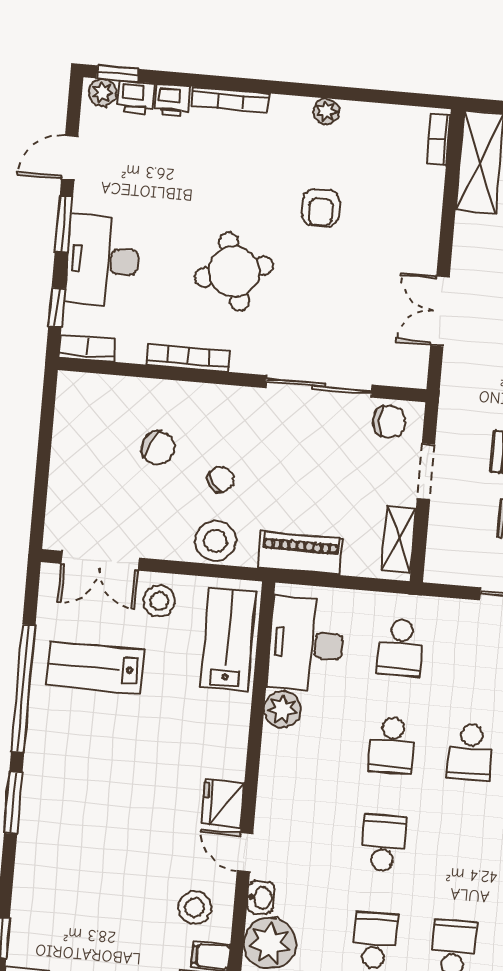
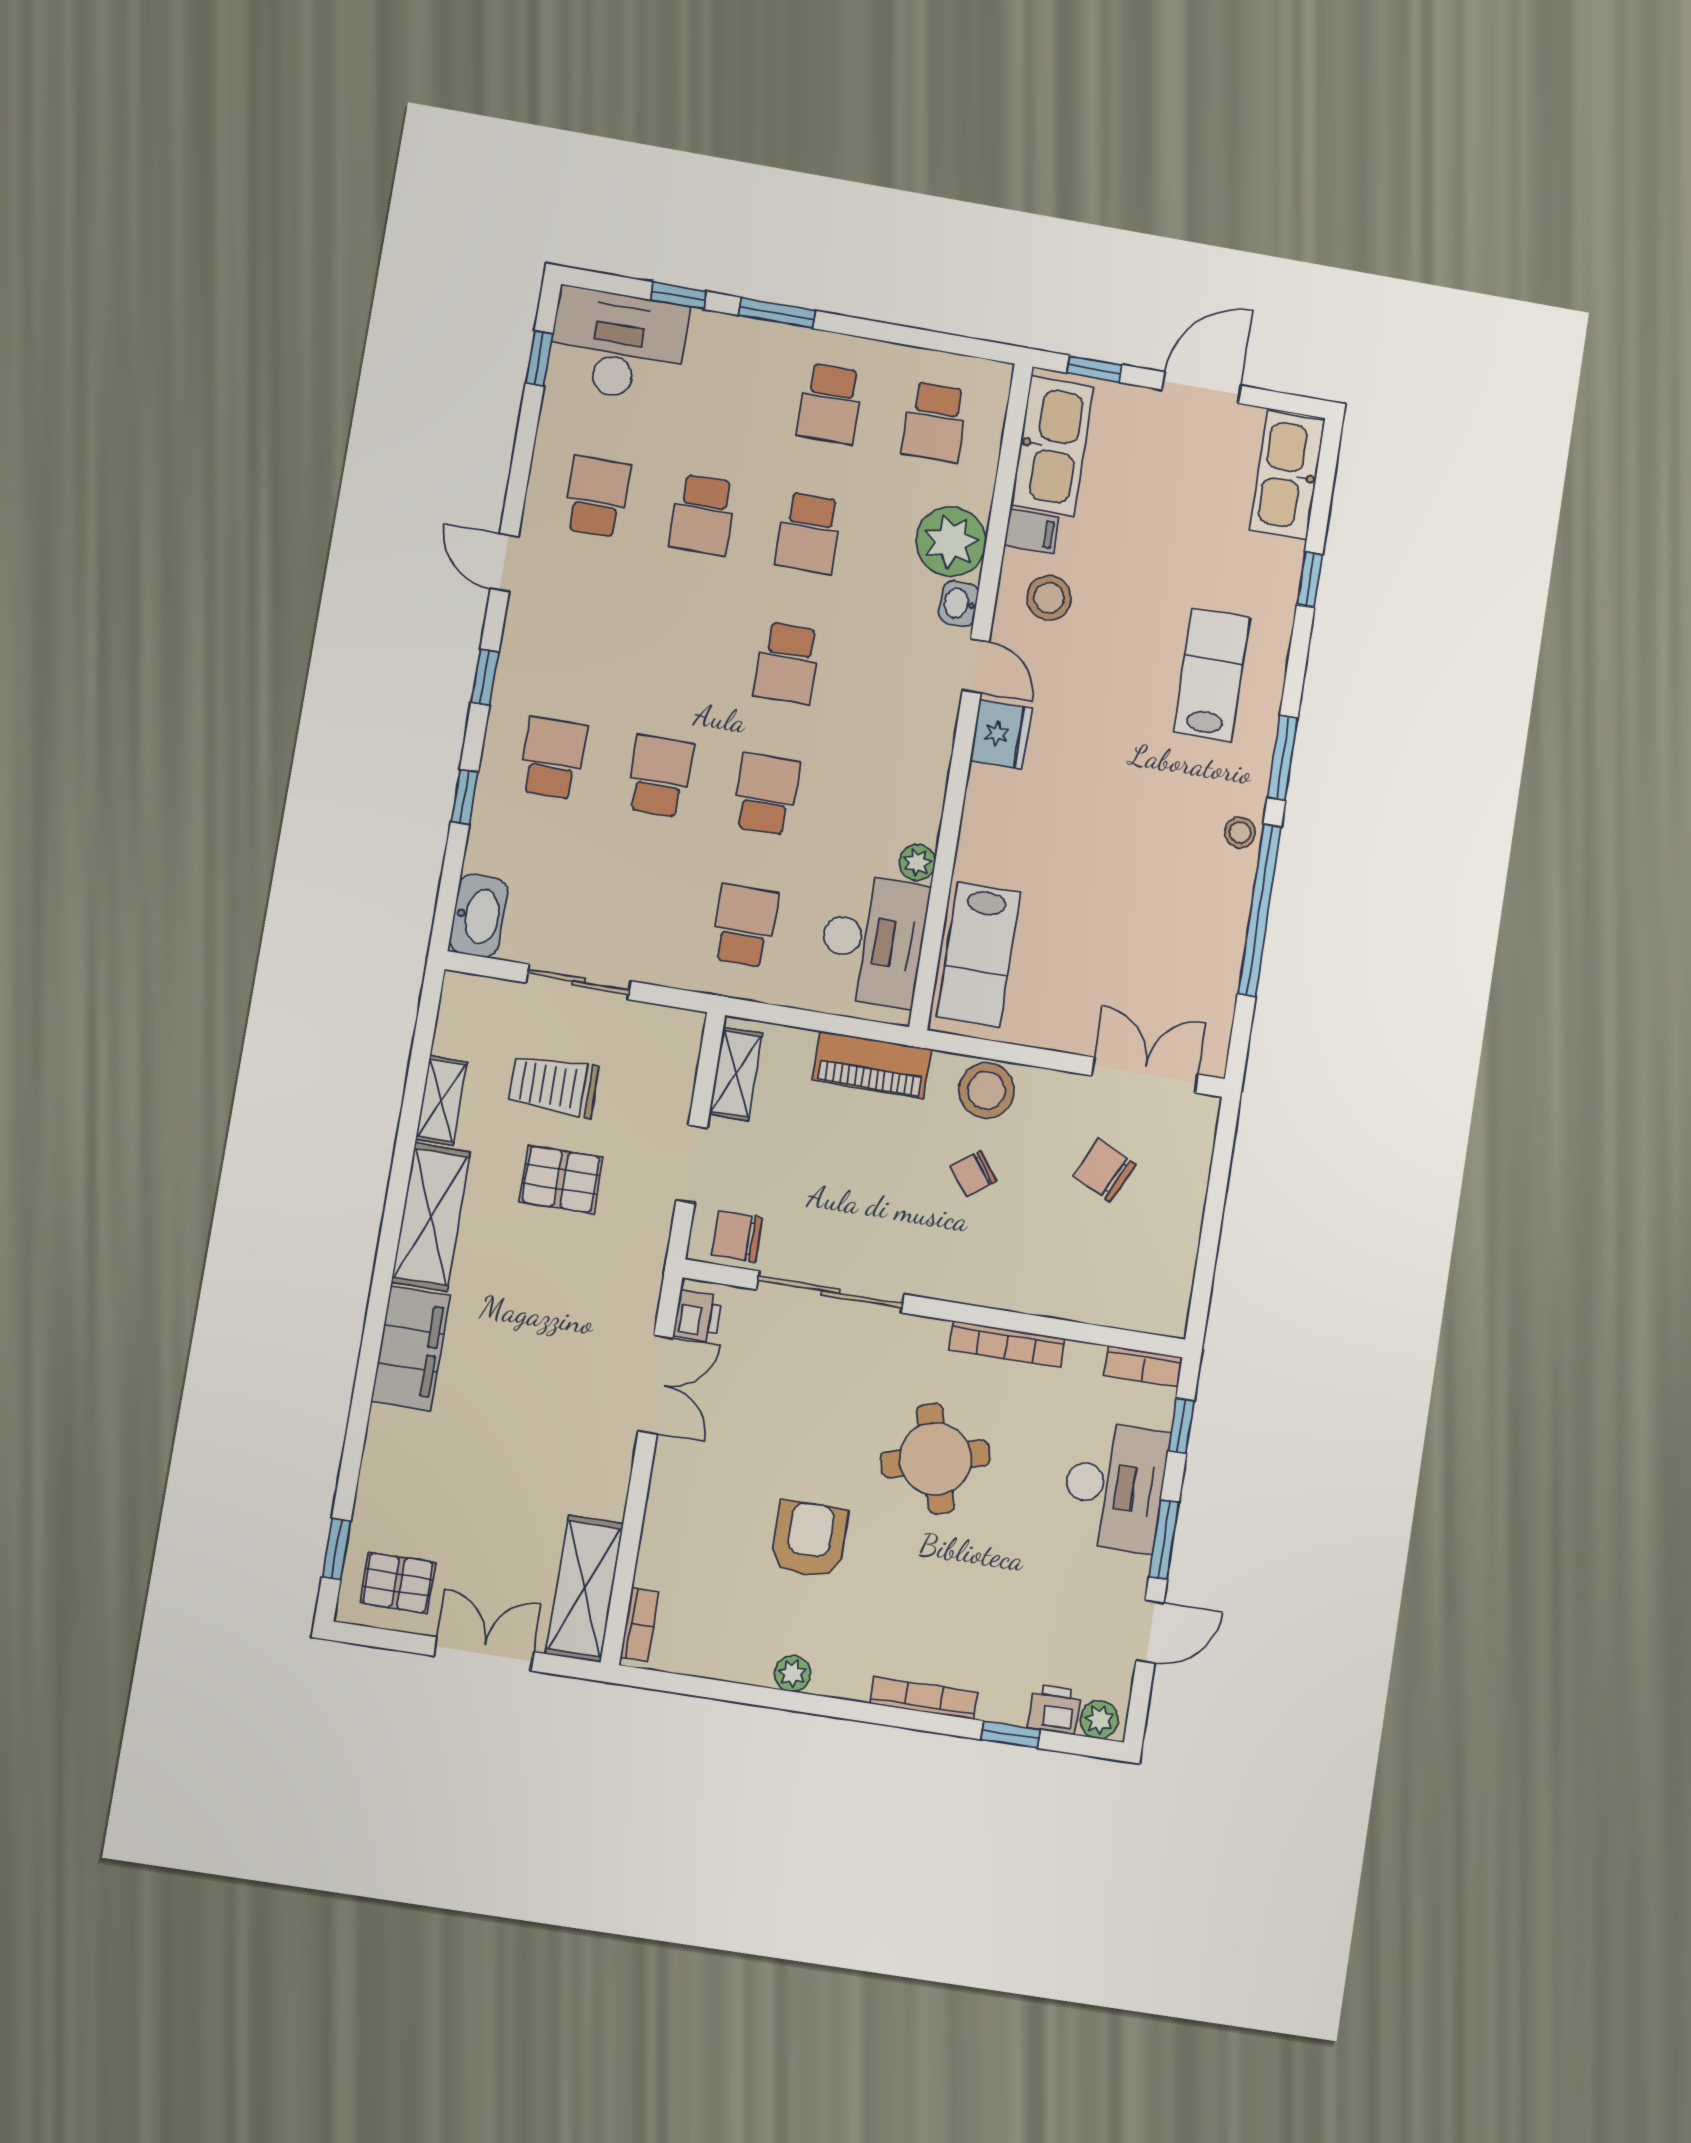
window: (118, 74) -> (1011, 1735), moved
printer: (172, 100) -> (697, 1316), moved, turned 90
armchair: (321, 208) -> (810, 1539), width x1.38, depth x1.38
chair: (158, 448) -> (1104, 1170), moved
stool: (159, 601) -> (1240, 832), moved, width x0.73, depth x0.73
lab bench: (95, 667) -> (1212, 675), moved, turned -90
plant: (282, 709) -> (917, 862), width x0.73, depth x0.73

